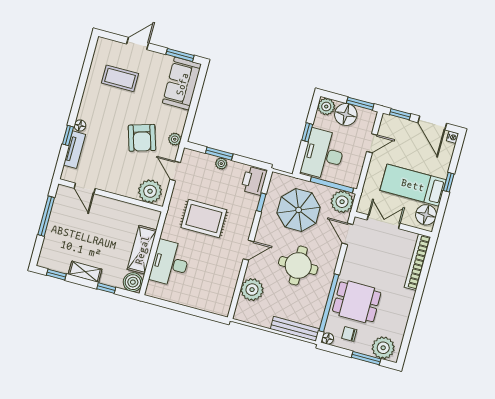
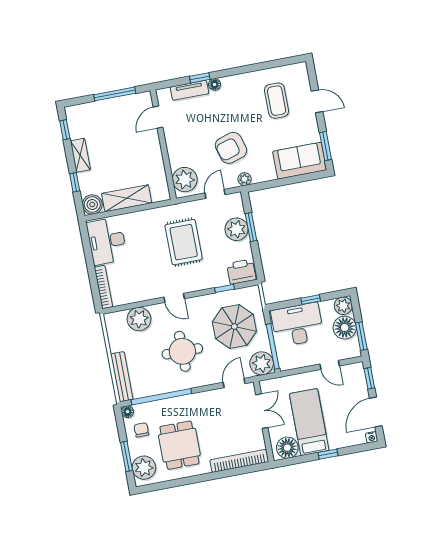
plant: (221, 164) -> (236, 229), width x1.87, depth x1.87
desk: (170, 263) -> (107, 241), moved, turned -90
dining table: (357, 302) -> (179, 445), moved
bookcase: (209, 307) -> (103, 287), added

